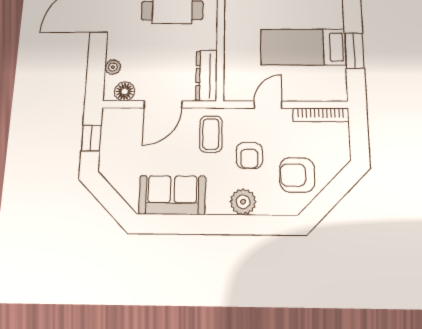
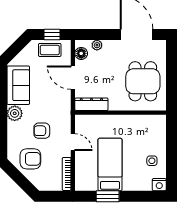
coffee table: (211, 134) -> (50, 50), moved
armchair: (297, 175) -> (30, 159), turned 90
plant: (243, 202) -> (15, 113), moved

